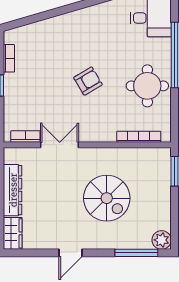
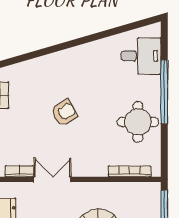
armchair: (88, 81) -> (64, 113), moved

